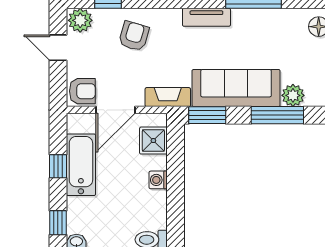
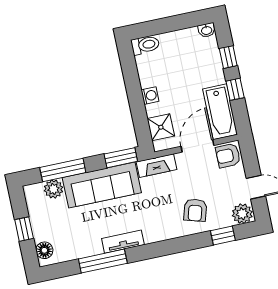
tv unit: (206, 17) -> (123, 242), moved
bathtub: (81, 165) -> (220, 112), moved
window: (58, 223) -> (228, 57), moved

